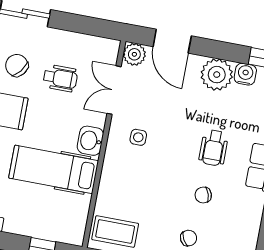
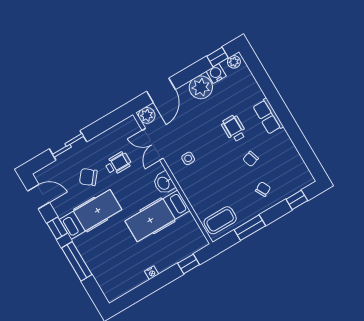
door: (172, 41) -> (161, 90), hinge flipped
wheelchair: (214, 148) -> (234, 128), turned 180

